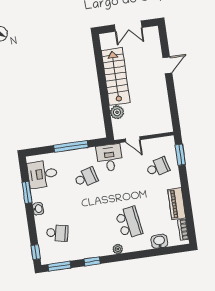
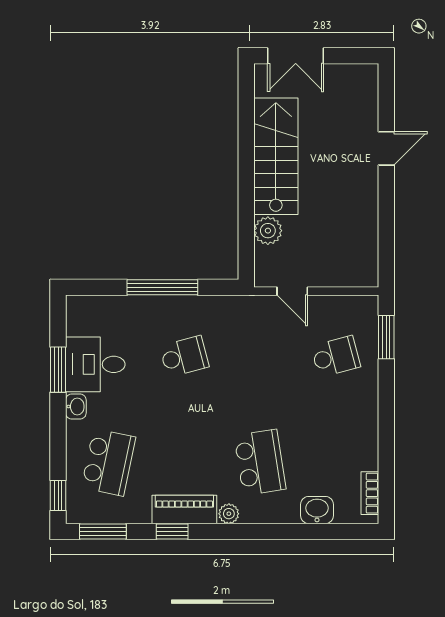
double door: (128, 26) -> (296, 56), moved
desk: (110, 158) -> (239, 322), removed
desk: (42, 174) -> (95, 364), moved
piano: (177, 204) -> (184, 509), moved, turned 90
school desk: (57, 233) -> (109, 462), width x1.85

